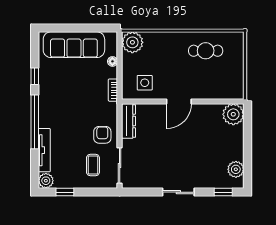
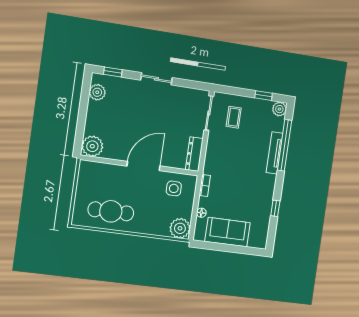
sofa: (74, 45) -> (227, 232), width x0.73
cafe table: (206, 51) -> (111, 211), width x1.37, depth x1.35
door: (179, 101) -> (143, 166), width x1.36
window: (35, 122) -> (285, 145), moved
armchair: (102, 135) -> (221, 144), removed
tv unit: (44, 150) -> (275, 153), moved

